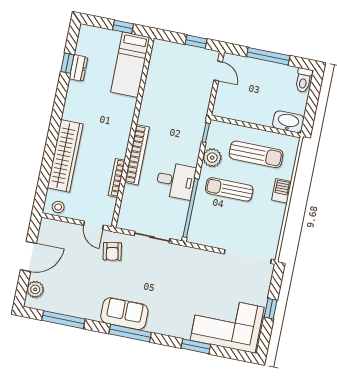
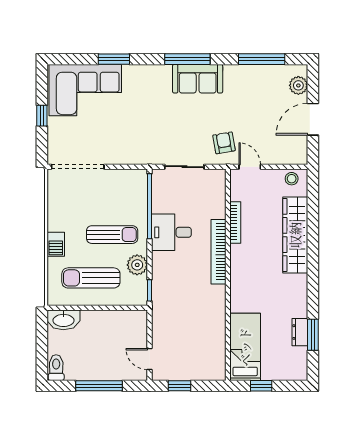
window: (67, 63) -> (313, 335), width x1.50

